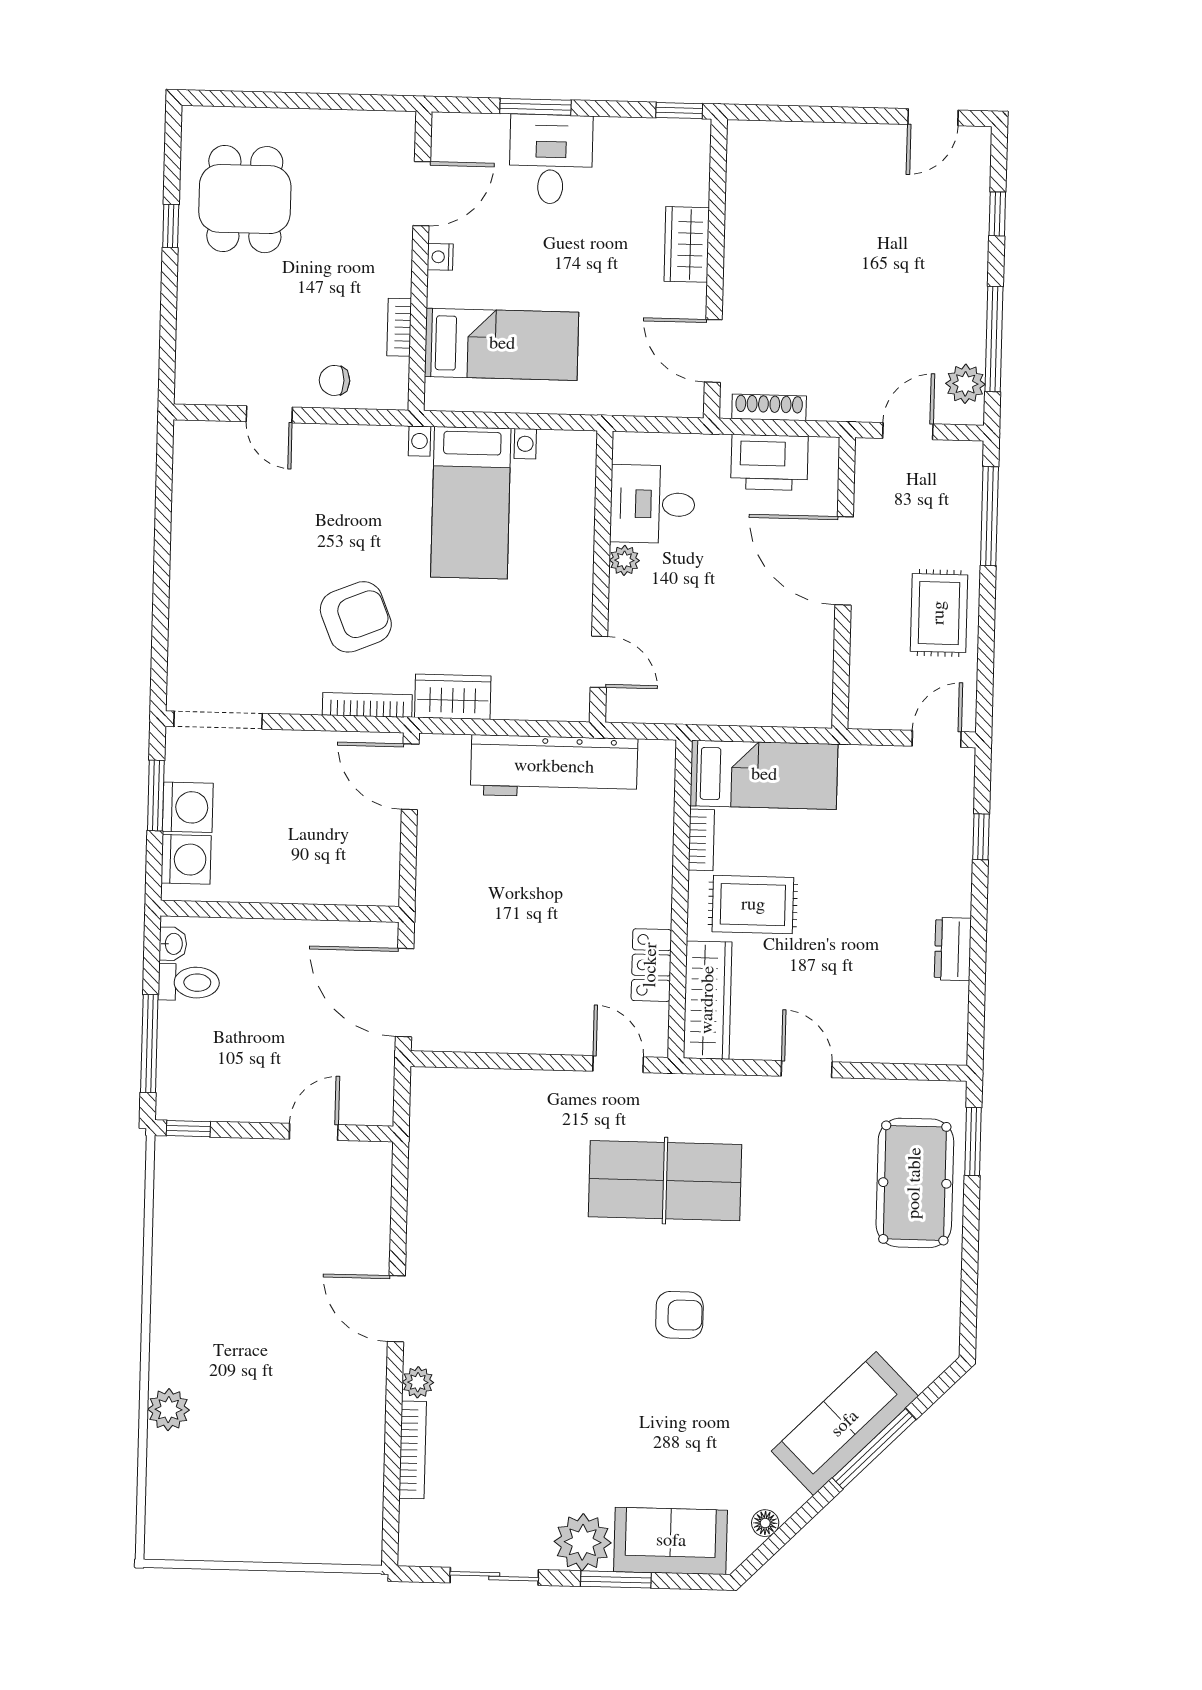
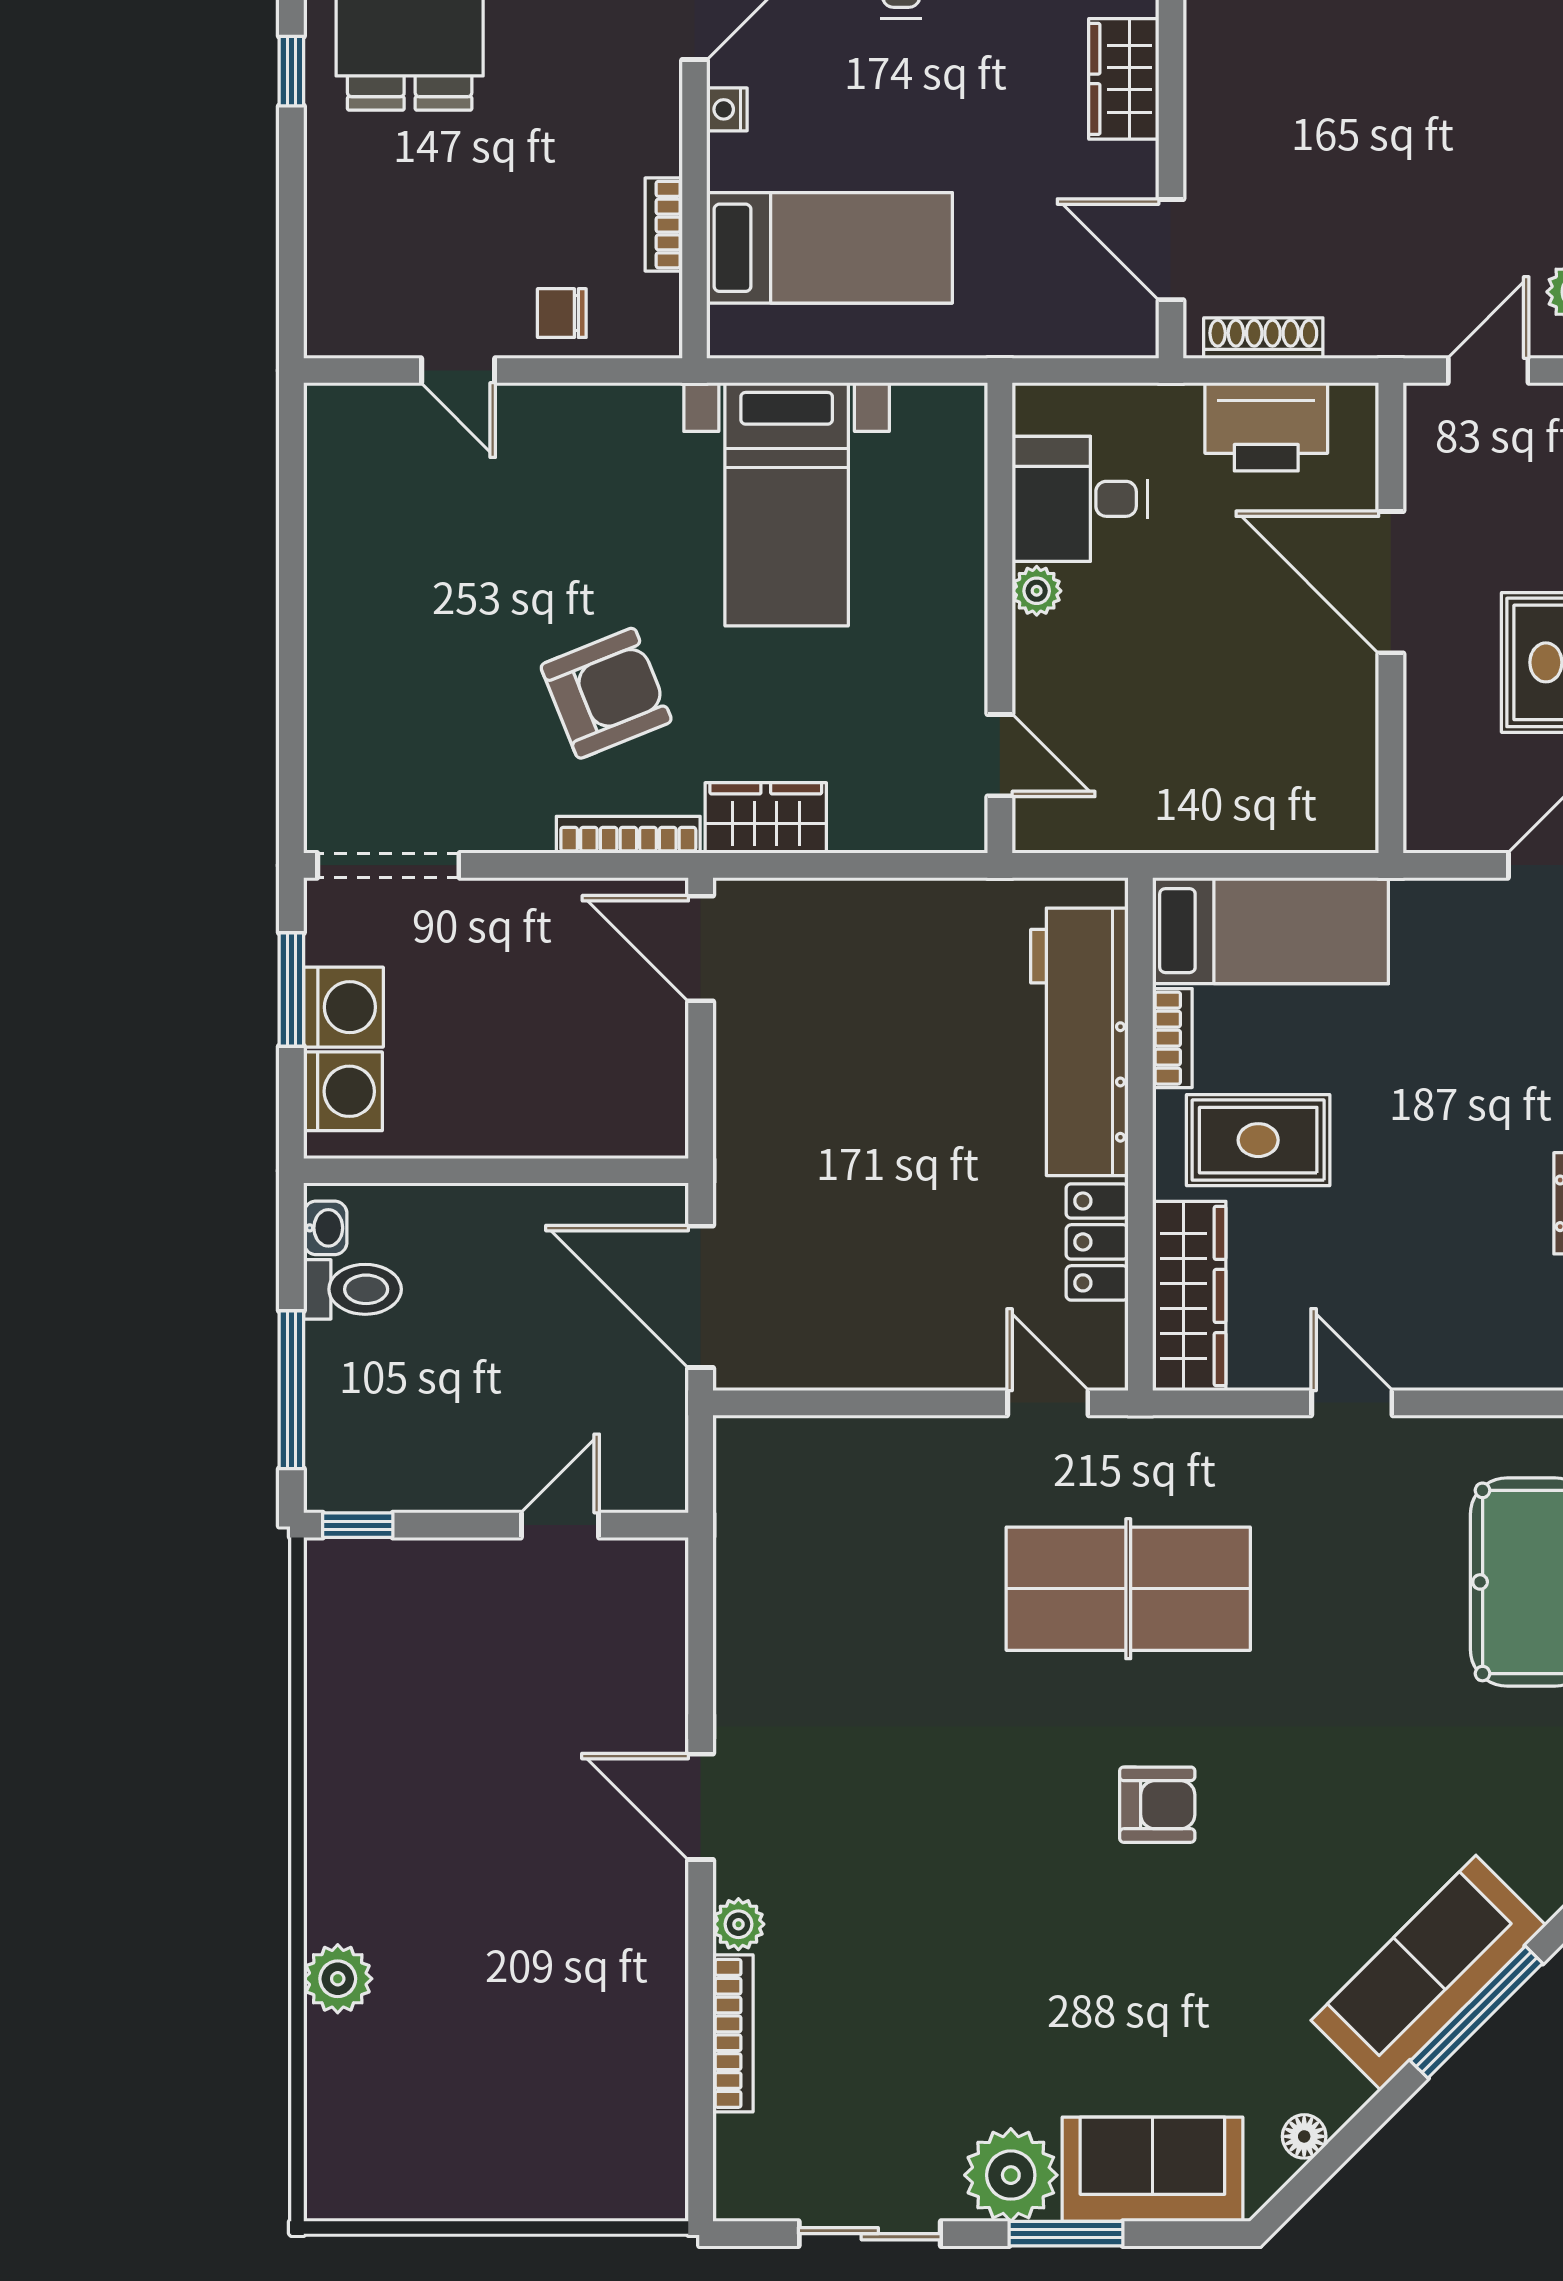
workbench: (554, 767) -> (1079, 1042), moved, turned 90

